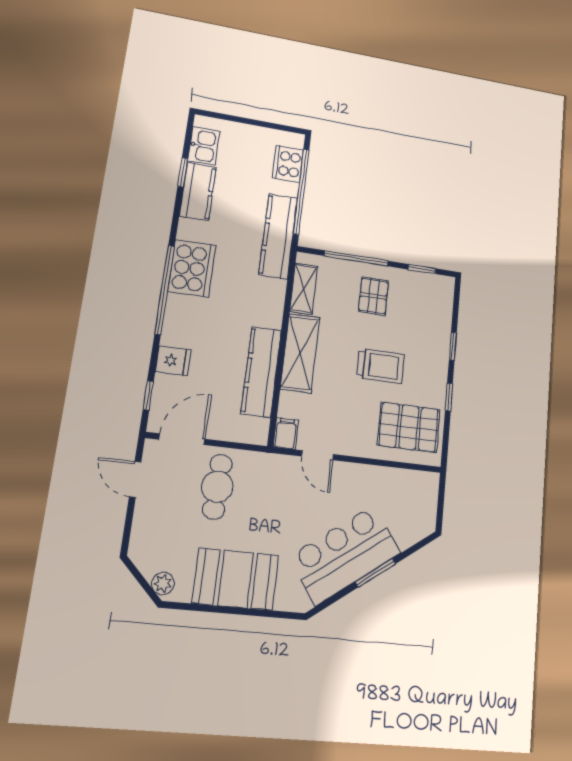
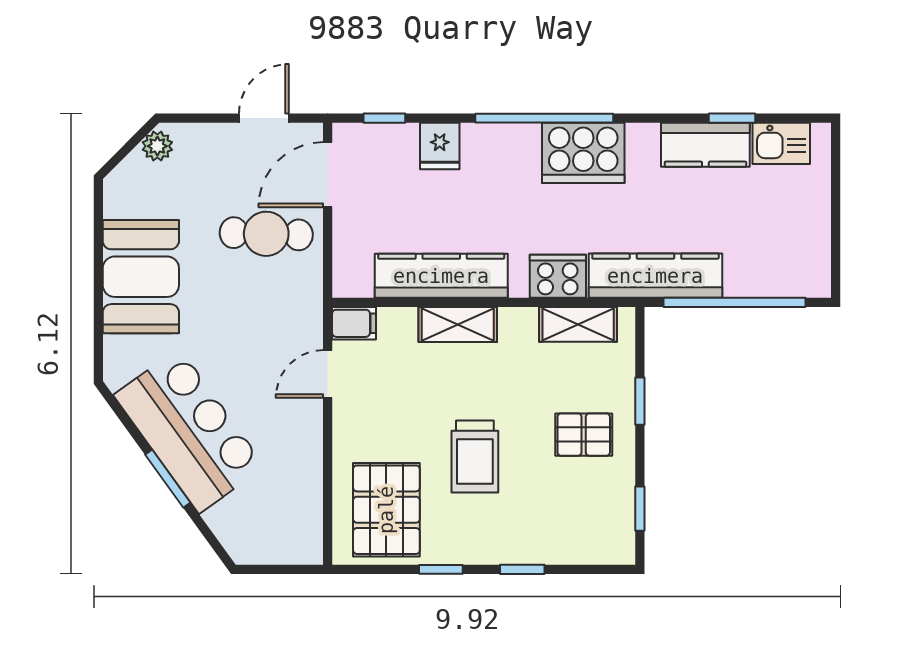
cooker: (288, 164) -> (558, 276), moved
window: (356, 258) -> (640, 401), width x0.46
shelving: (300, 353) -> (458, 325), width x0.67, depth x0.75
door: (182, 439) -> (328, 175), swing flipped
plant: (163, 584) -> (157, 146), moved

